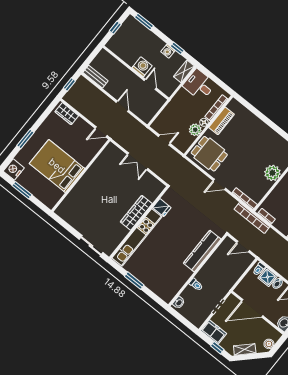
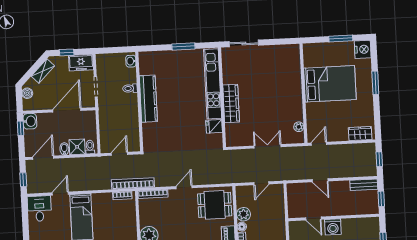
window: (92, 56) -> (381, 199), added
plant: (104, 156) -> (299, 127), added
kitchen counter: (202, 251) -> (148, 99), moved

